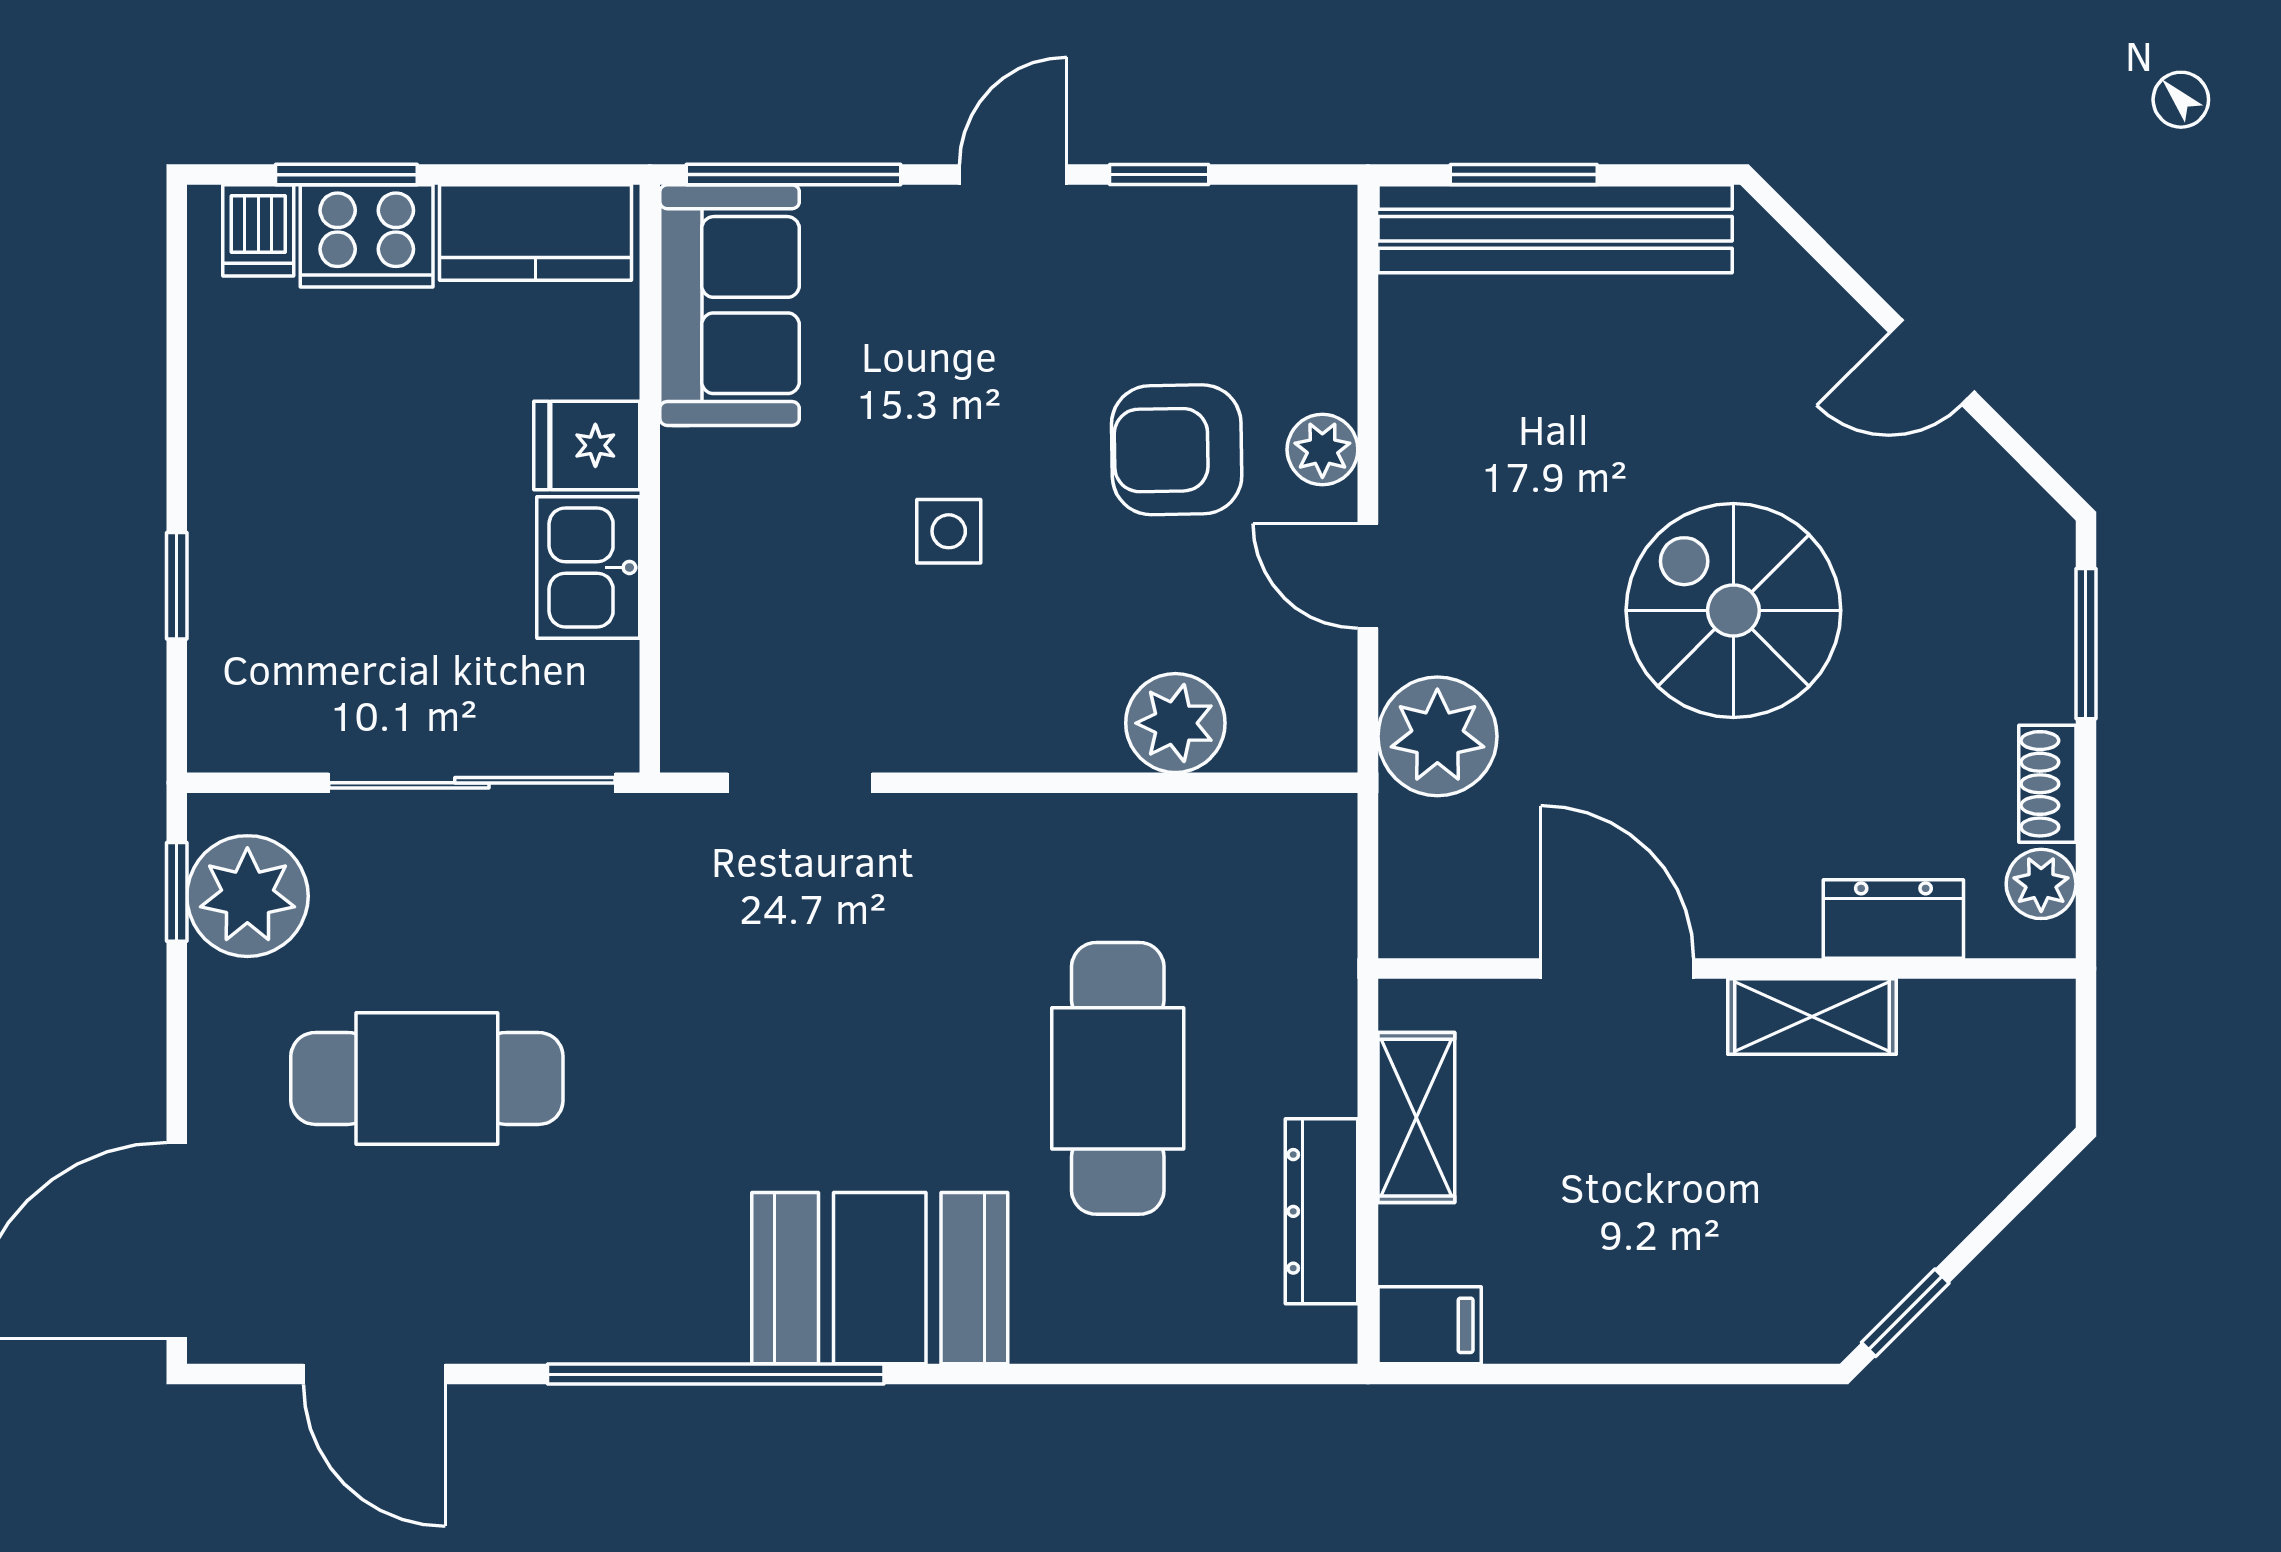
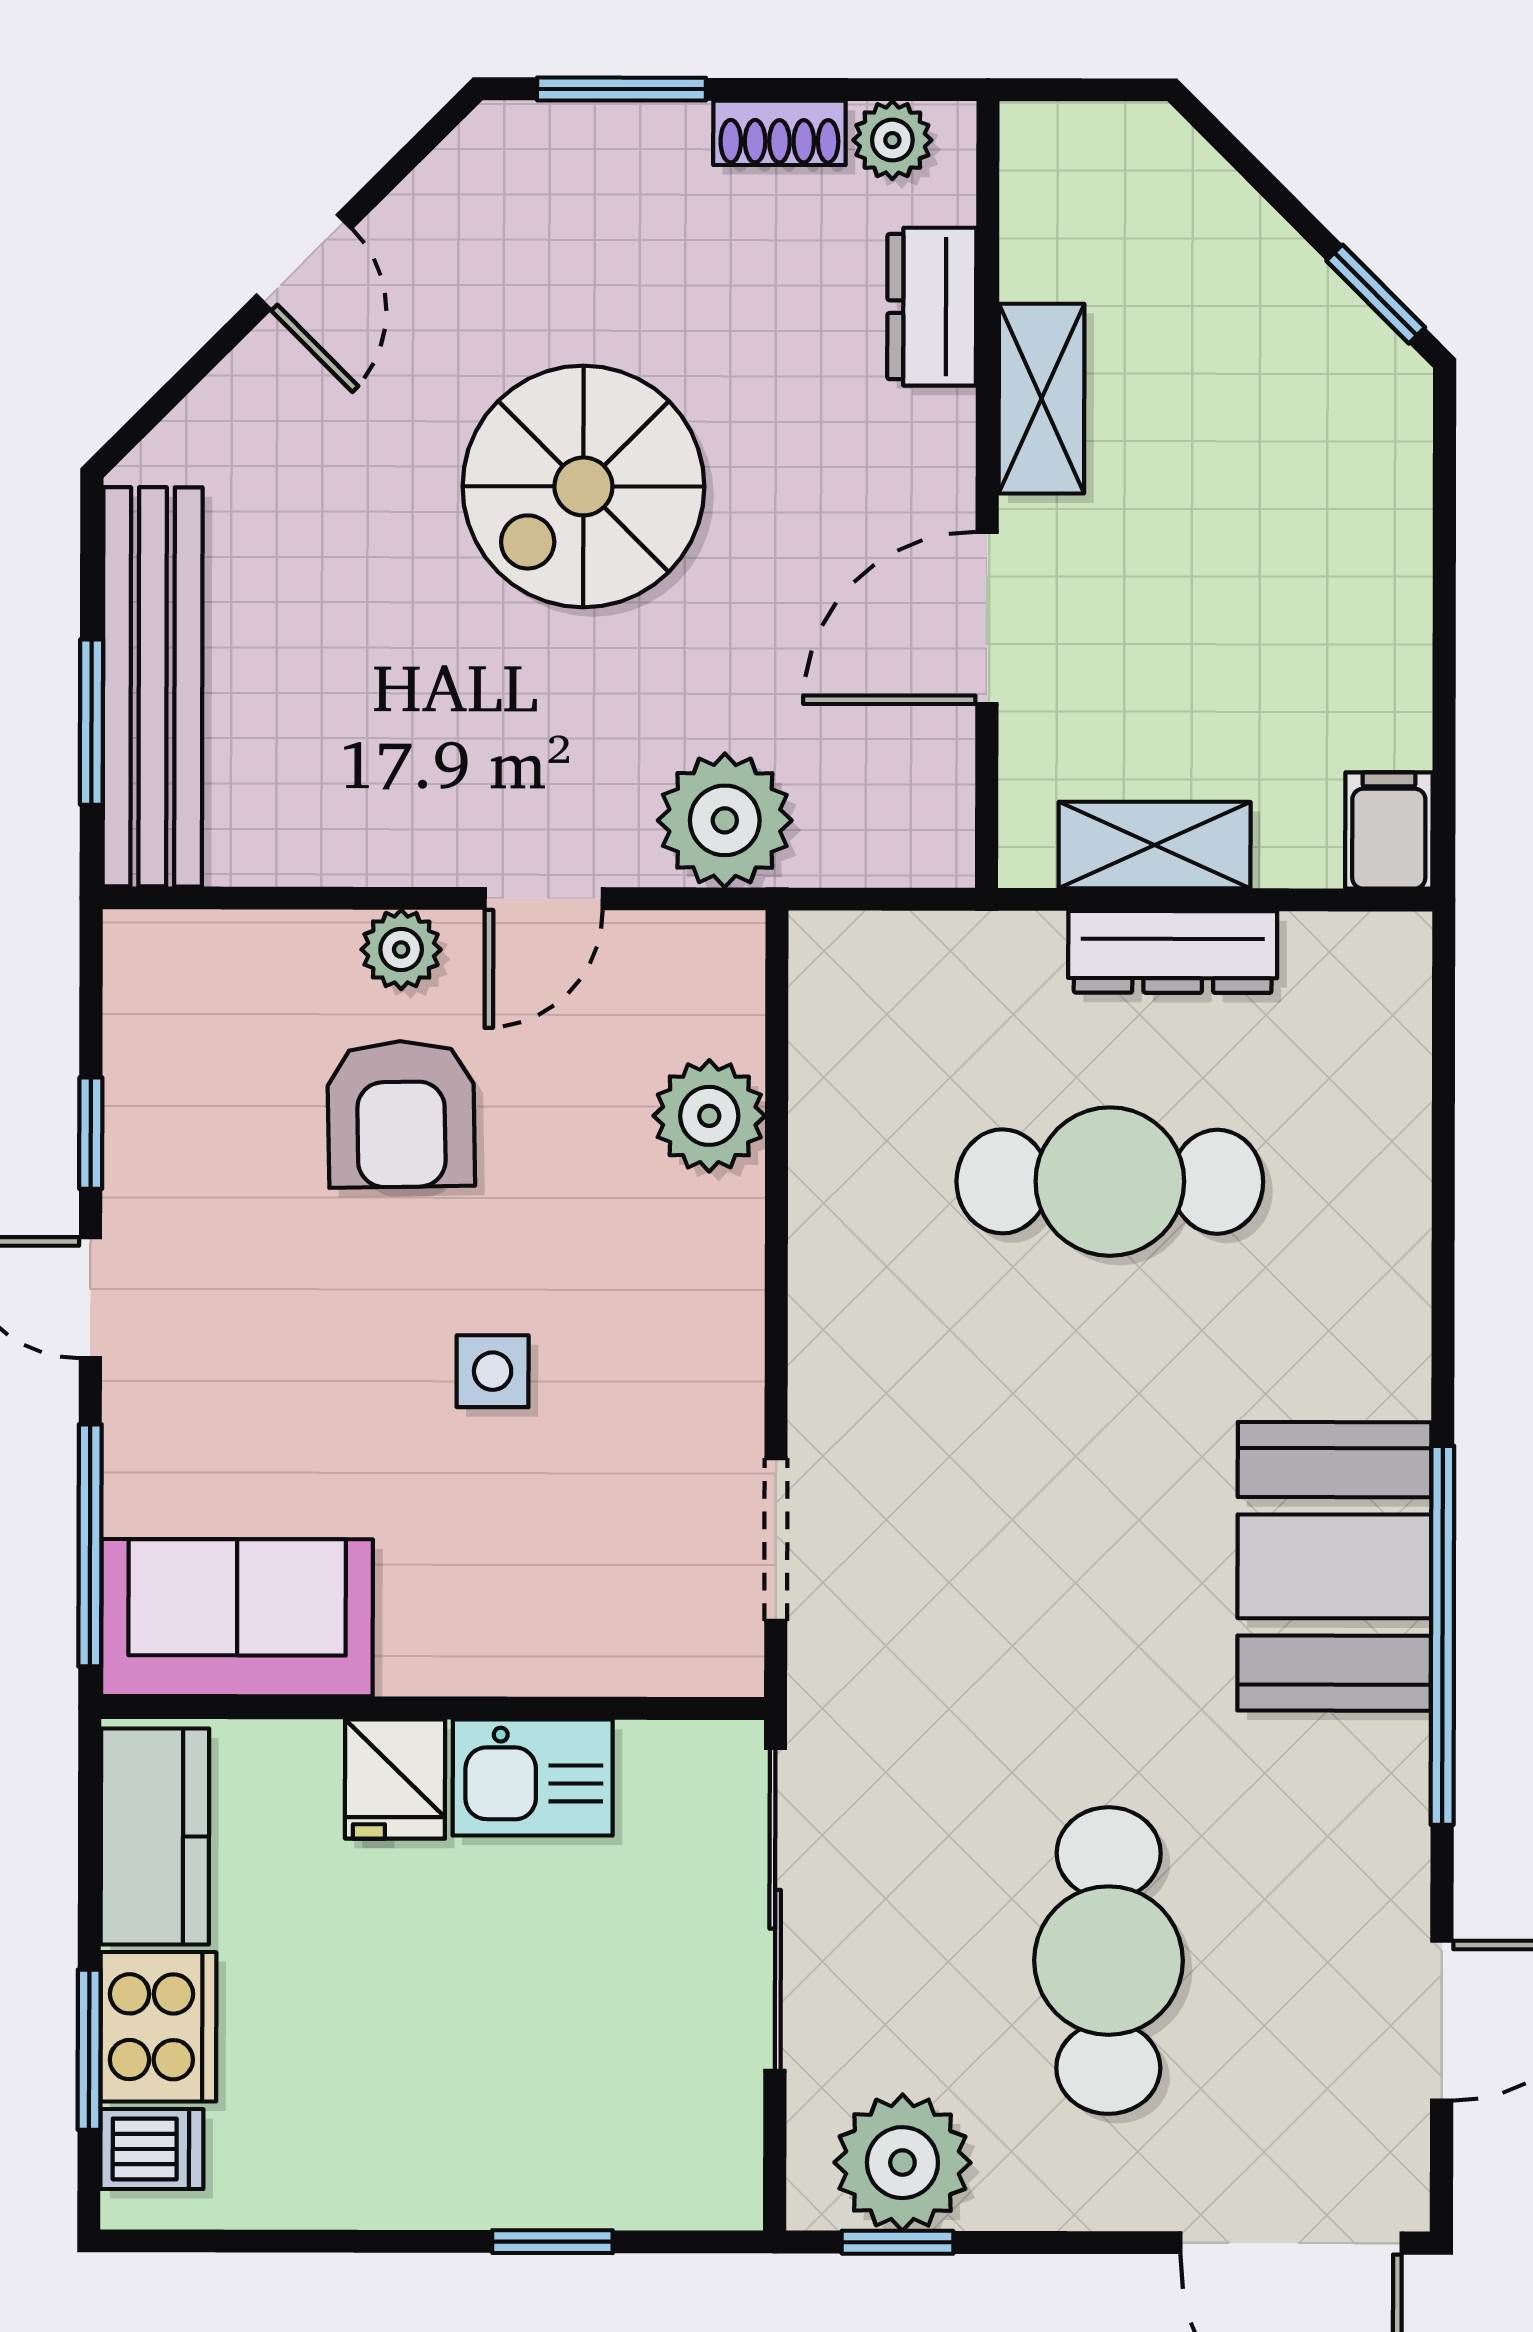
dresser: (1322, 1211) -> (1173, 952), moved
booth: (880, 1278) -> (1334, 1566), moved

